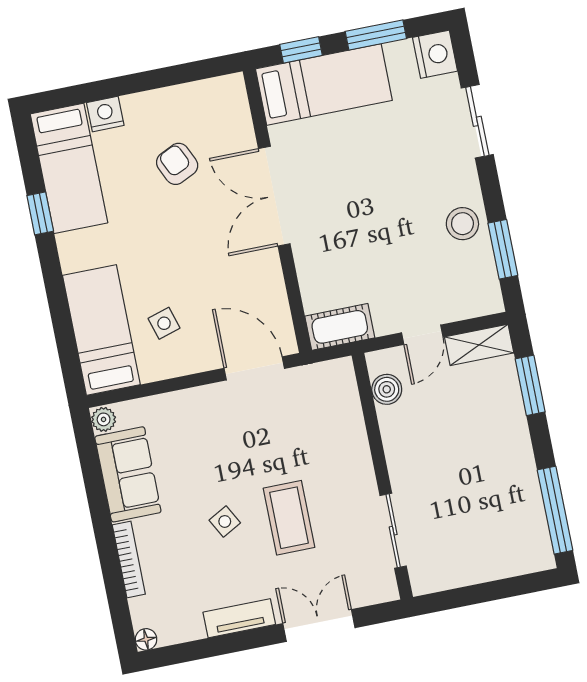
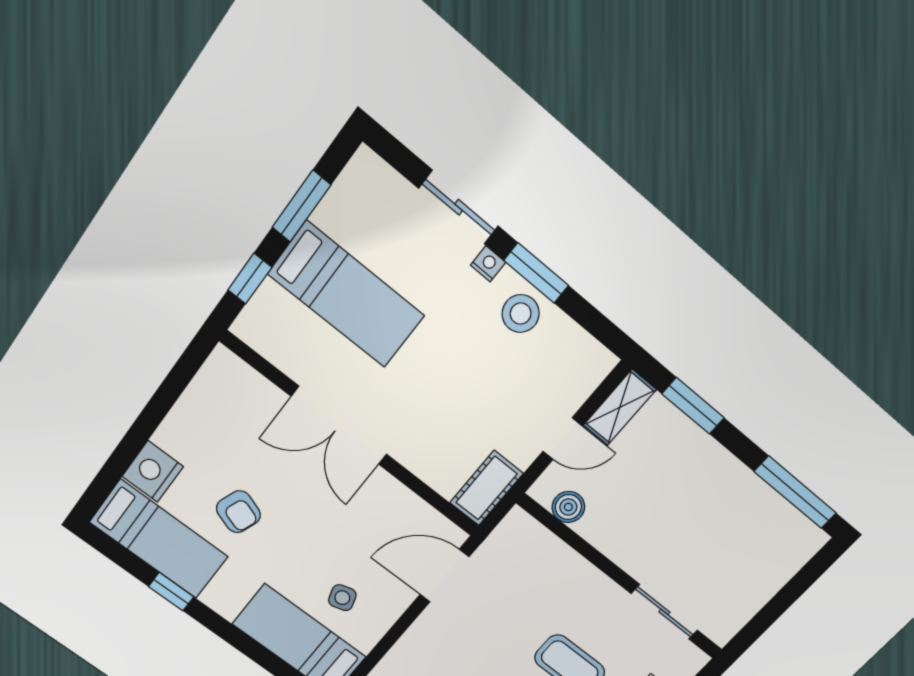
nightstand: (435, 54) -> (488, 264), moved, width x0.53, depth x0.56
bed: (324, 85) -> (346, 295), moved, turned 90
nightstand: (105, 114) -> (153, 471), width x1.36, depth x1.33
armchair: (177, 164) -> (238, 512), moved, turned -135
window: (503, 249) -> (536, 273), moved
door: (422, 335) -> (563, 439), hinge flipped

